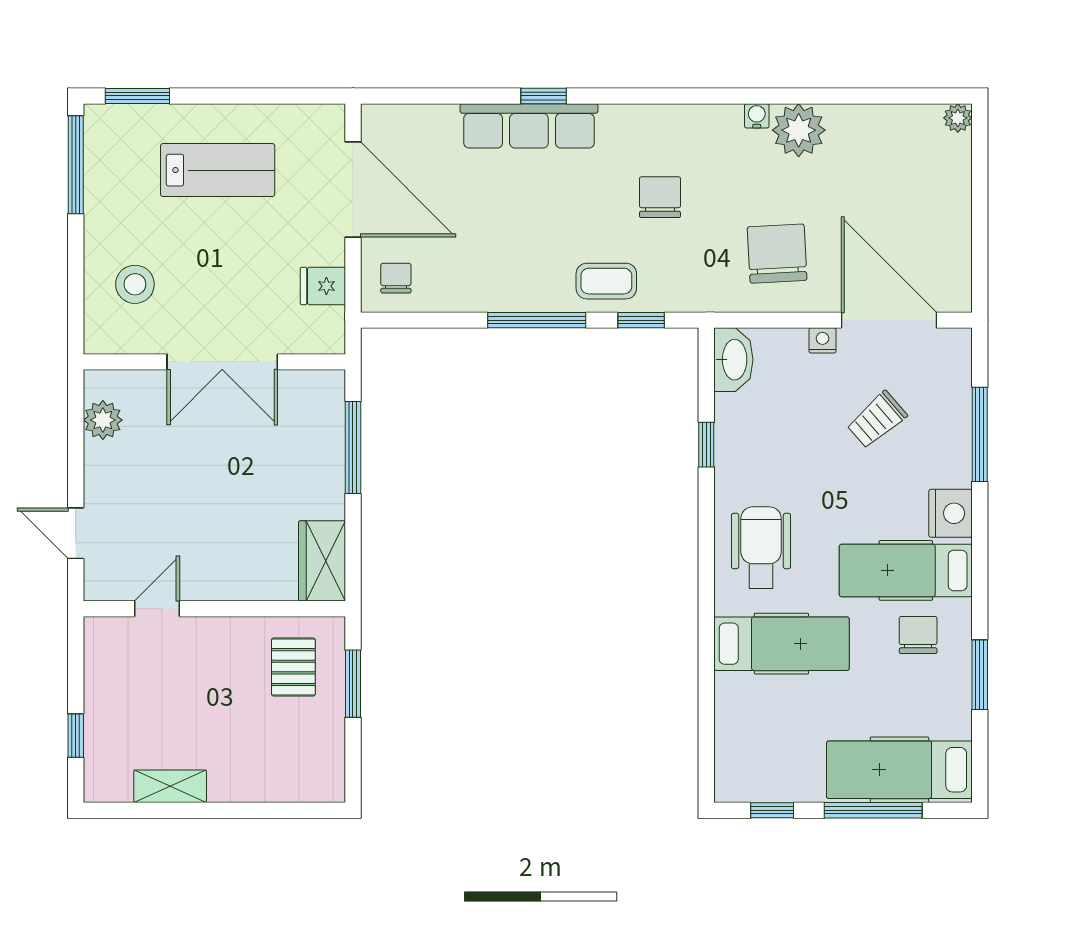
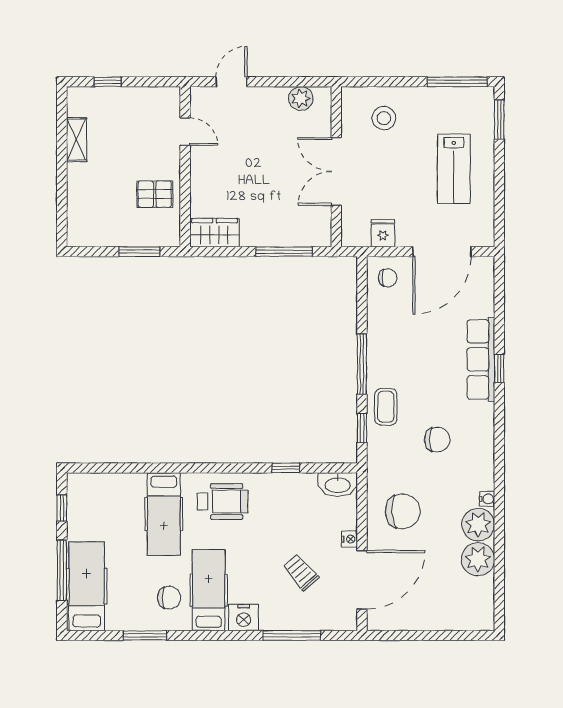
plant: (958, 118) -> (478, 559), moved, width x1.88, depth x1.88
pallet: (293, 667) -> (155, 194), moved

